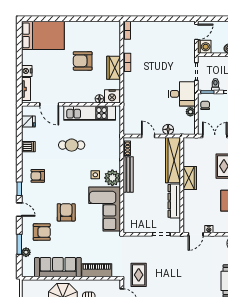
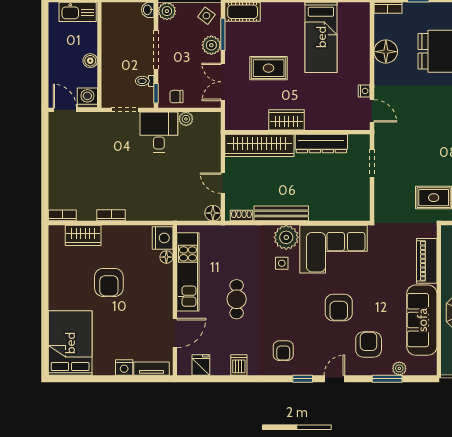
wardrobe: (114, 68) -> (83, 235), moved
floor lamp: (168, 129) -> (213, 213), moved
door: (148, 136) -> (223, 183), hinge flipped
armchair: (66, 212) -> (339, 308), turned -90

